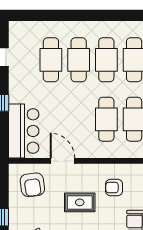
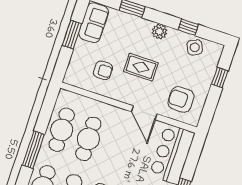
armchair: (32, 185) -> (181, 99), turned -82

